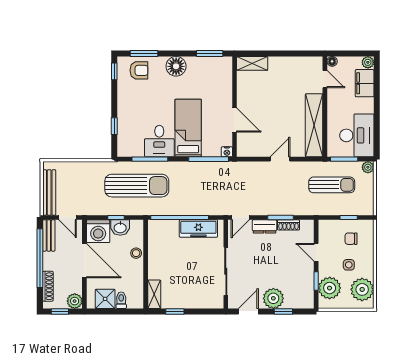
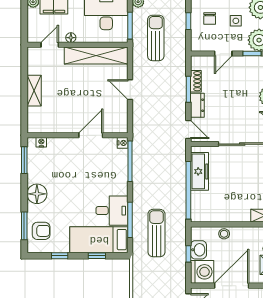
floor lamp: (332, 61) -> (71, 38), moved
shelving: (252, 63) -> (34, 91), moved
armchair: (139, 70) -> (41, 231), turned 90
window: (114, 71) -> (60, 256), moved
nightstand: (228, 71) -> (41, 142), added
bed: (188, 128) -> (99, 240), moved
sun lounger: (137, 186) -> (156, 233), width x0.73, depth x0.75

